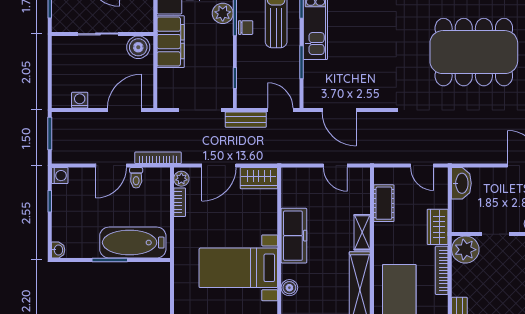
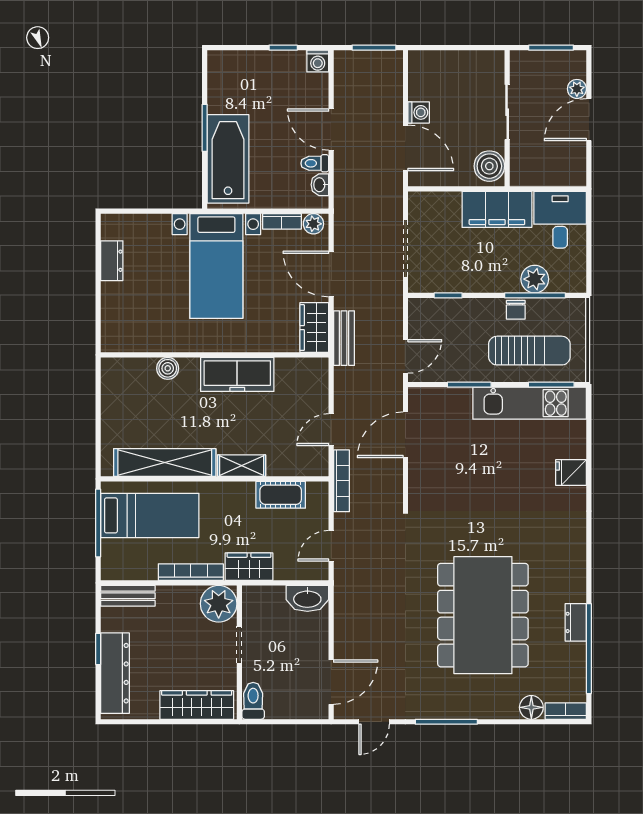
washing machine: (80, 100) -> (419, 112), moved
bench: (246, 120) -> (344, 338), moved
bookcase: (158, 158) -> (342, 481), moved
washbasin: (58, 250) -> (320, 185), moved, turned 90
bed with nightstands: (238, 268) -> (216, 266), moved, turned 180

